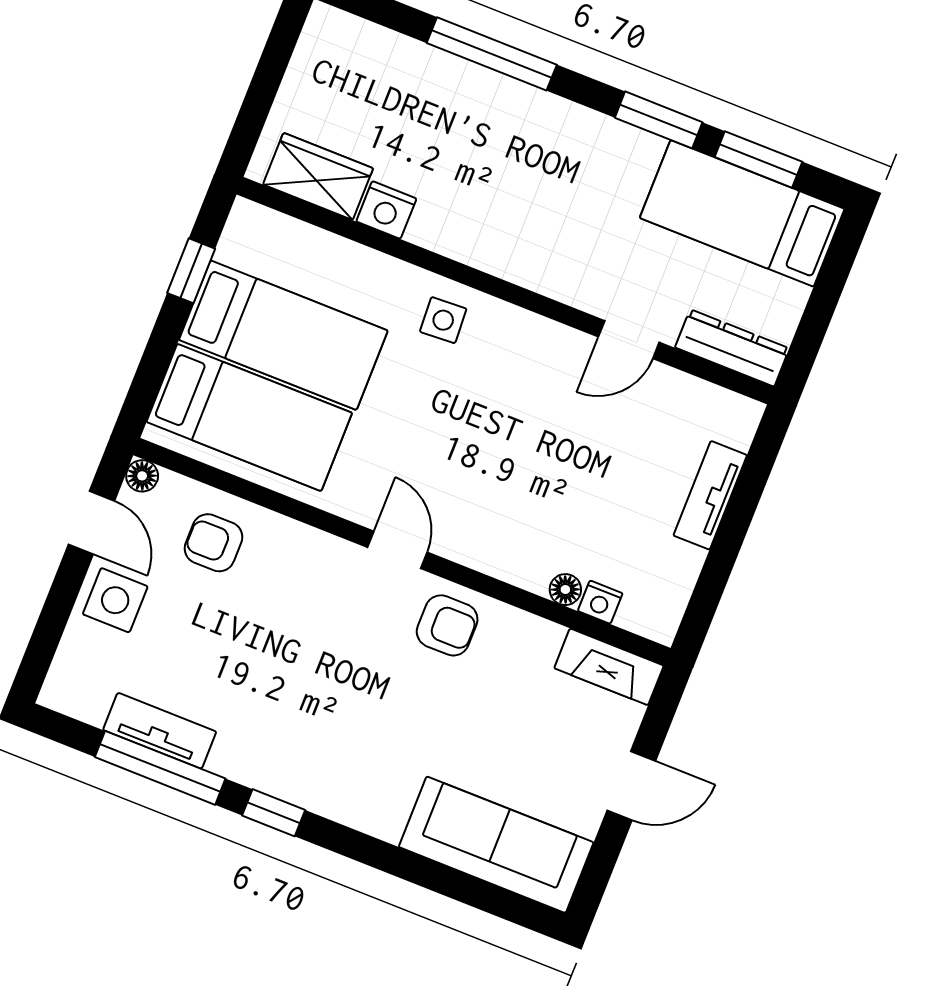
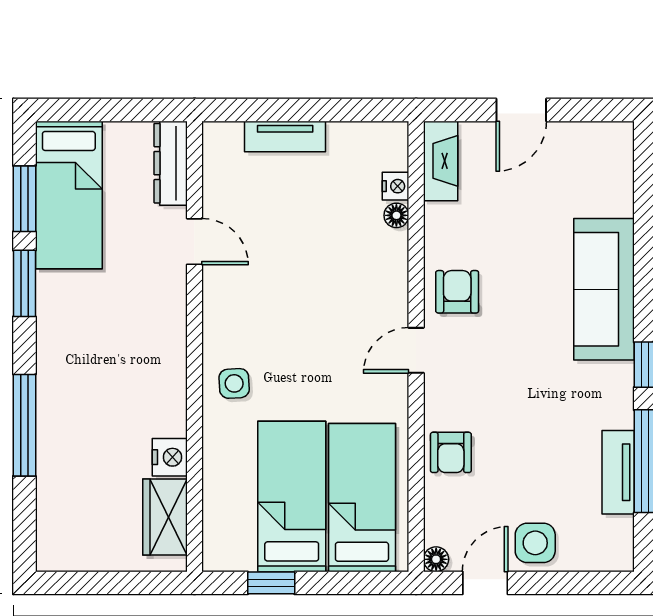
armchair: (213, 543) -> (451, 452), moved
door: (631, 786) -> (521, 110), swing flipped
sofa: (496, 845) -> (604, 289), moved

